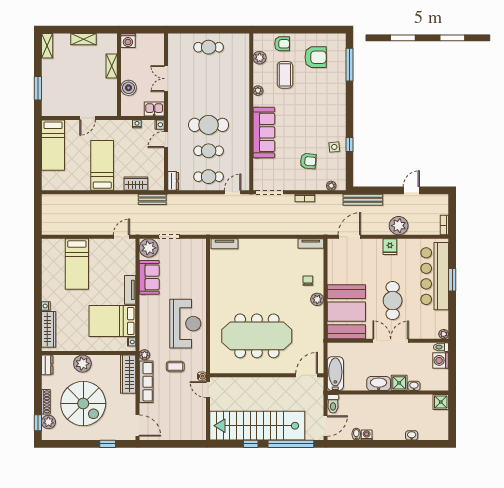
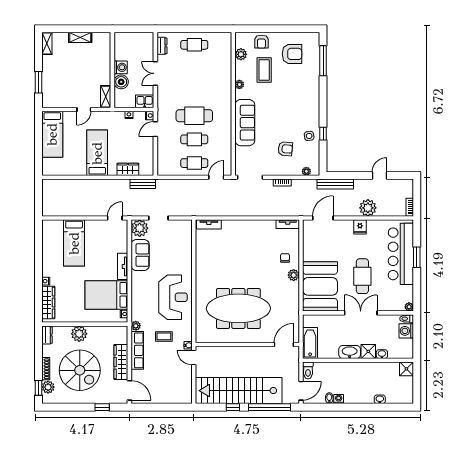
washing machine: (128, 41) -> (121, 67), moved, turned -90
armchair: (282, 44) -> (261, 42), turned 90
shelving: (112, 66) -> (106, 97), moved
dresser: (173, 181) -> (162, 46), moved
wardrobe: (128, 374) -> (121, 362), moved

